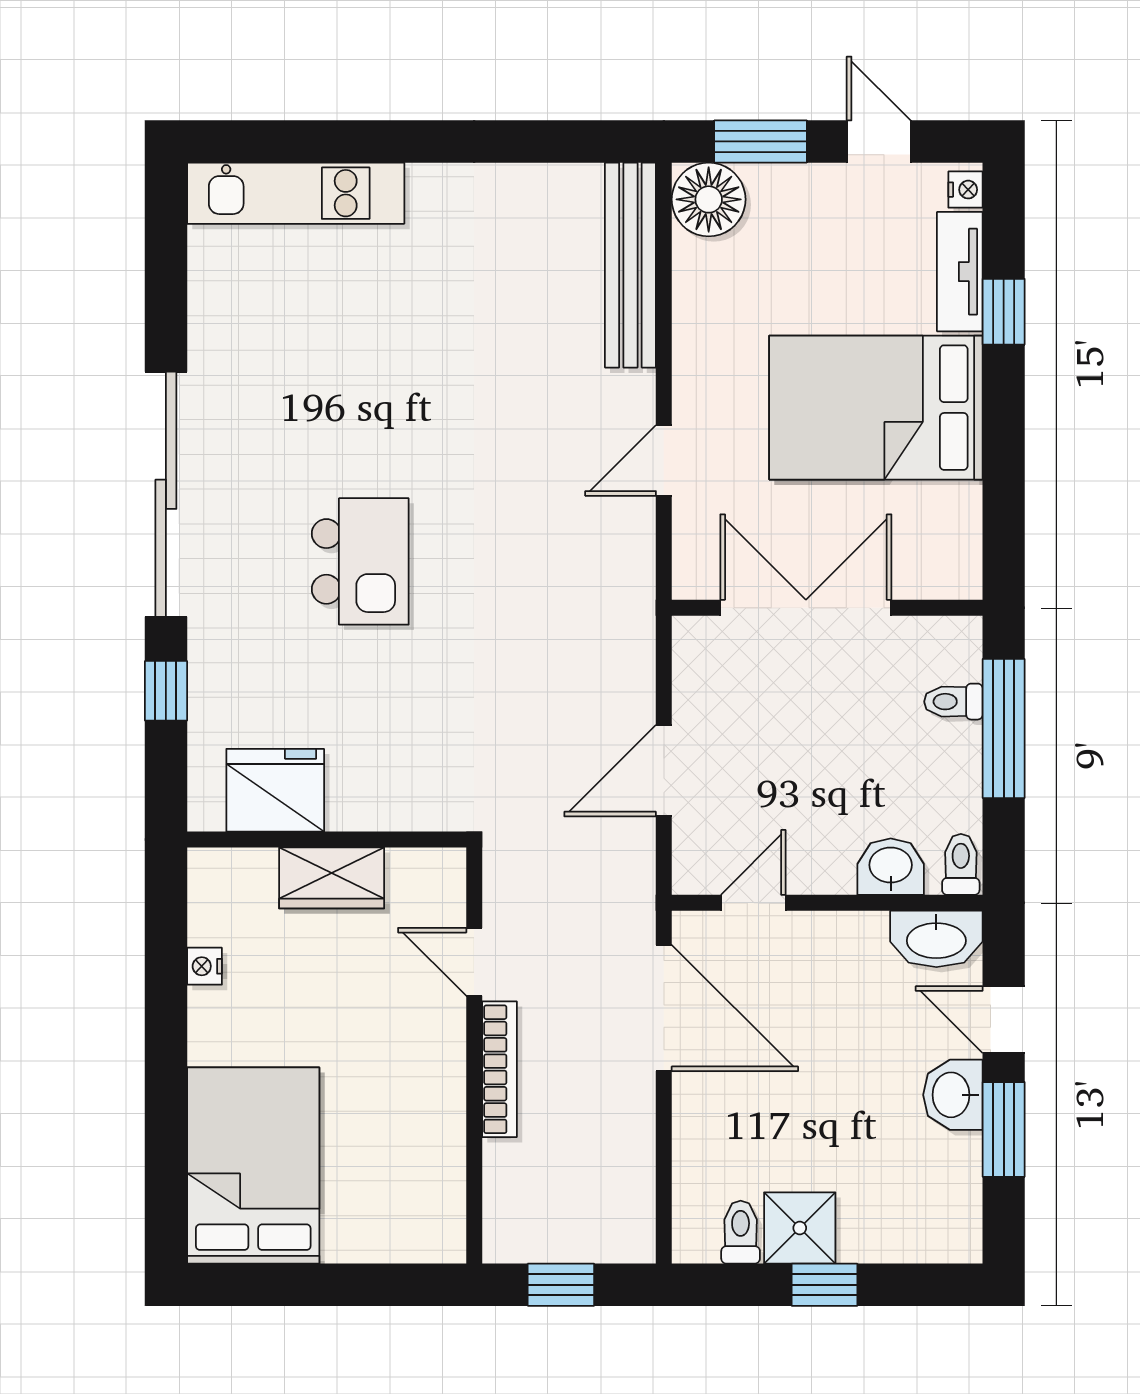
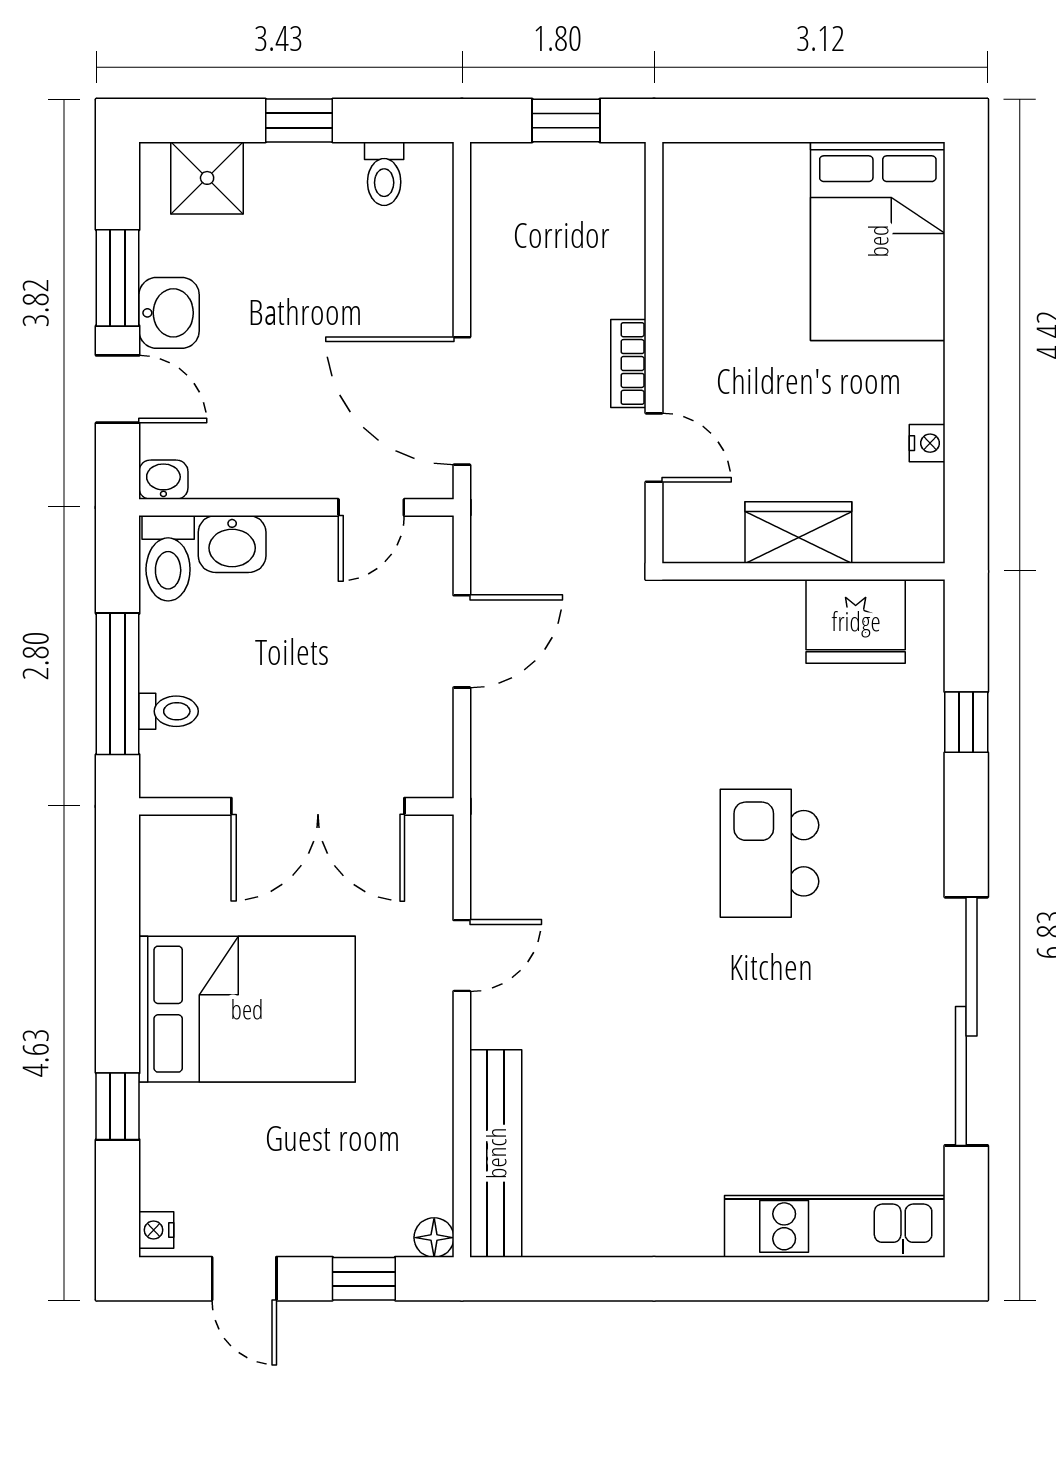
window: (761, 141) -> (364, 1279), width x0.67
floor lamp: (709, 199) -> (434, 1238), width x0.53, depth x0.53
tv unit: (960, 272) -> (162, 1147), removed
sliding door: (166, 494) -> (966, 1021), moved
toilet: (961, 864) -> (168, 558), width x1.37, depth x1.39
washbasin: (936, 939) -> (163, 480), width x0.52, depth x0.69
bookcase: (499, 1069) -> (628, 364), width x0.64
shower: (800, 1228) -> (207, 178), moved

